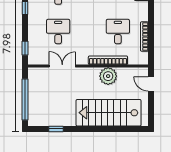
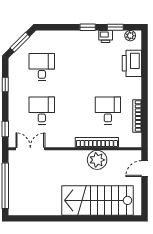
double door: (62, 66) -> (30, 149), moved
door: (151, 84) -> (144, 169), hinge flipped
window: (56, 129) -> (40, 218), removed

